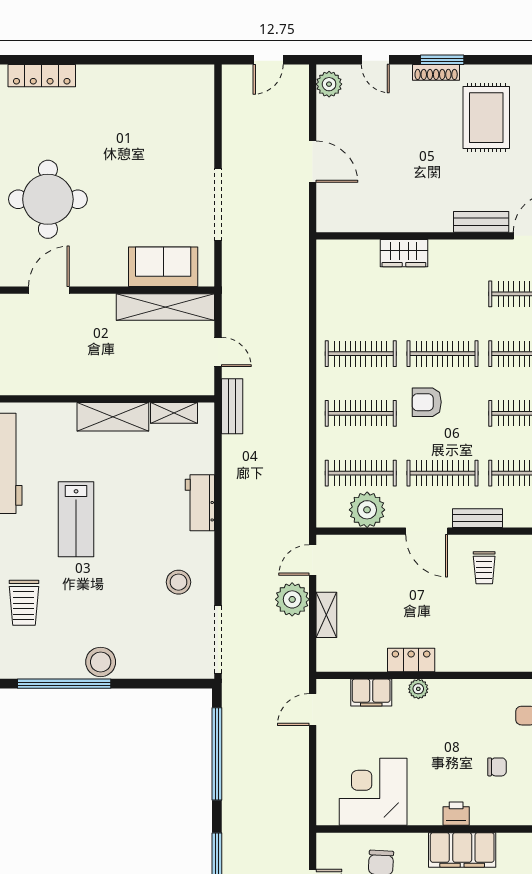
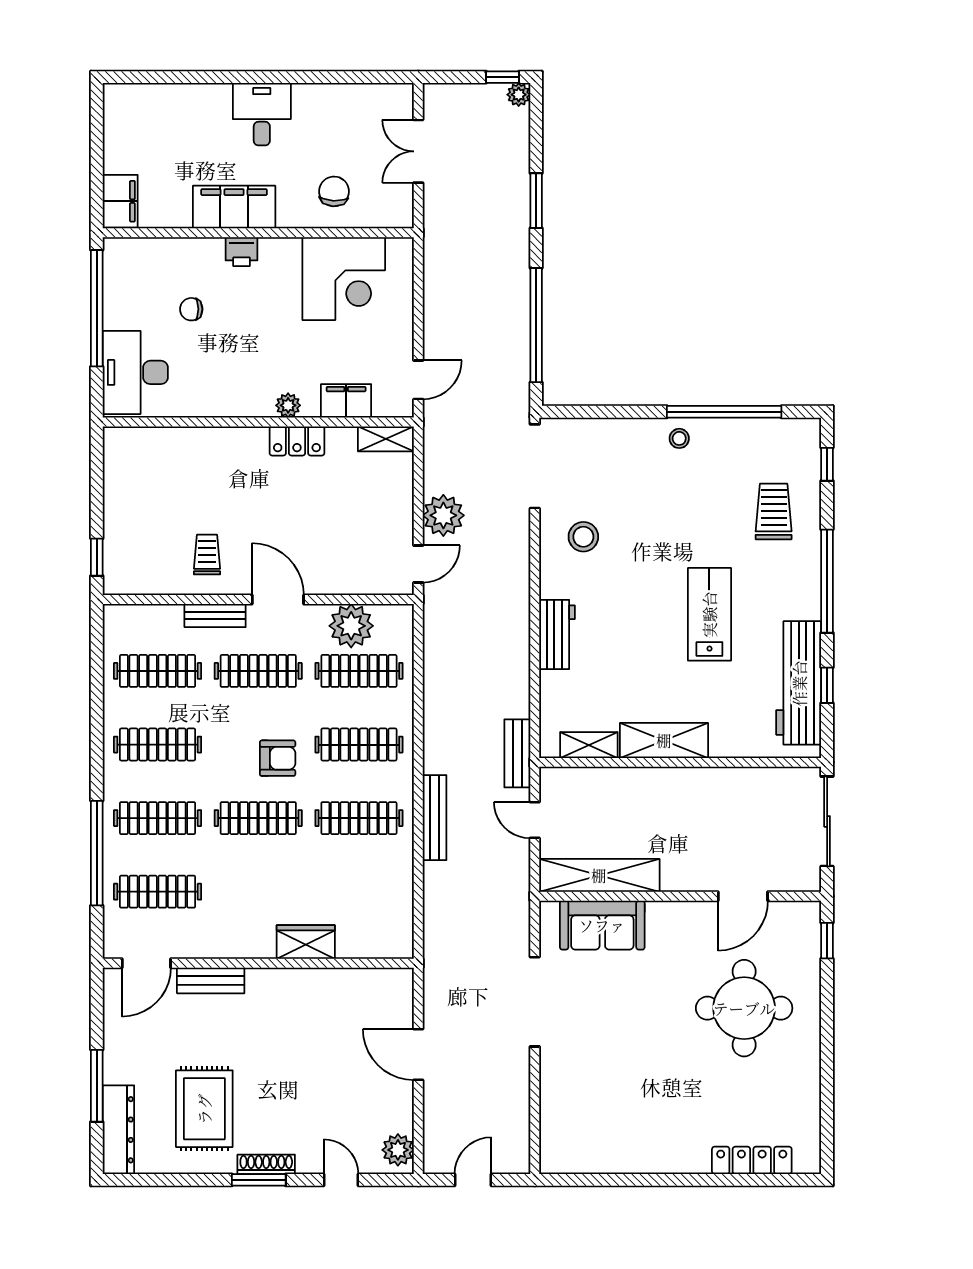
bench: (299, 354) -> (435, 818), added
shelving: (326, 615) -> (386, 439), moved, turned 90
stool: (101, 662) -> (679, 438), width x0.53, depth x0.53

